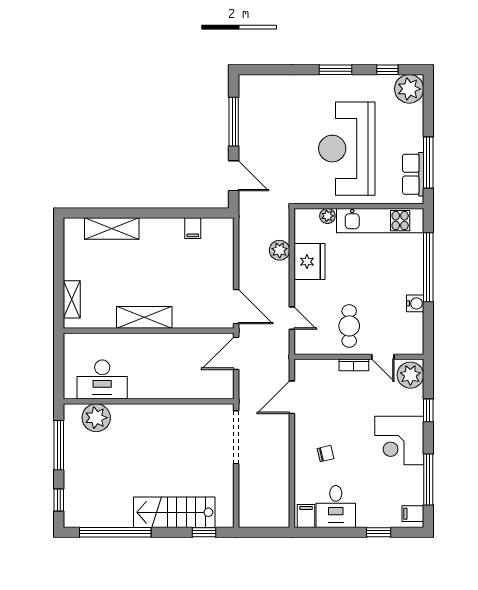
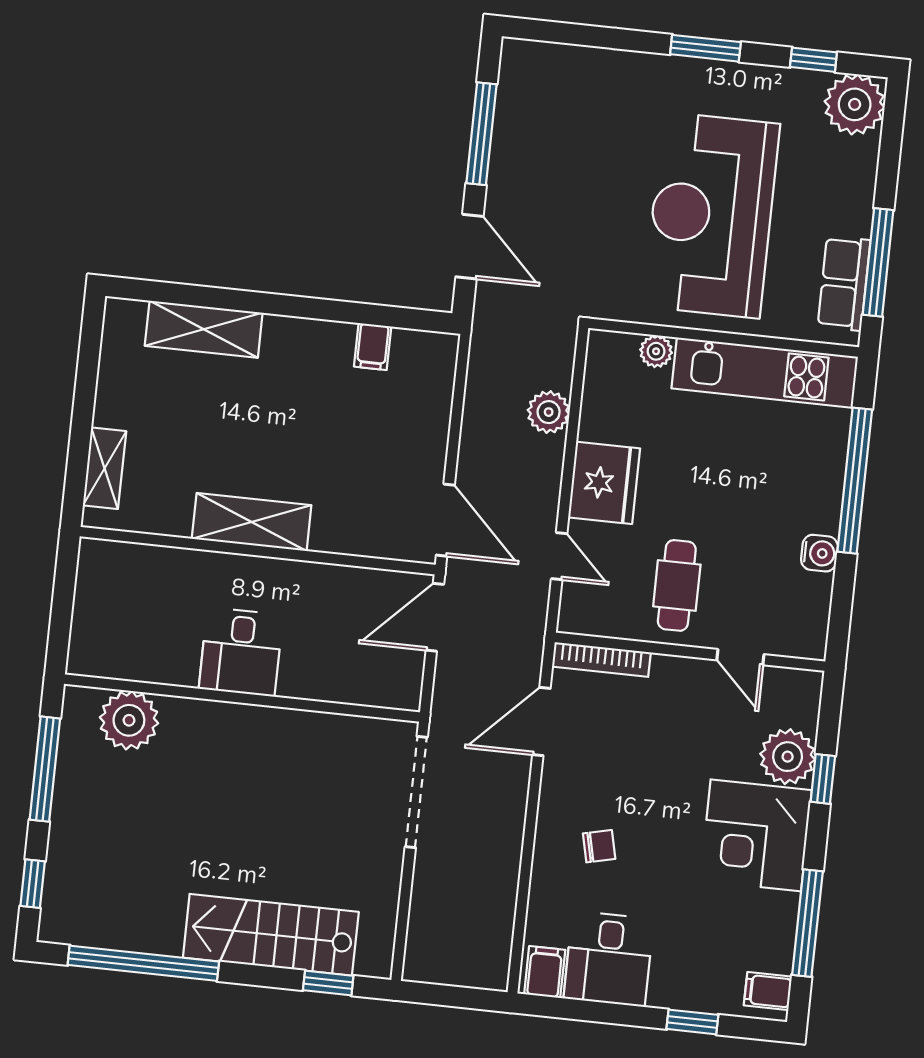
fridge: (309, 262) -> (604, 483), moved
bookcase: (354, 365) -> (601, 659), moved, width x1.56
plant: (410, 375) -> (788, 757), moved
desk: (102, 380) -> (241, 652), moved, width x0.73

